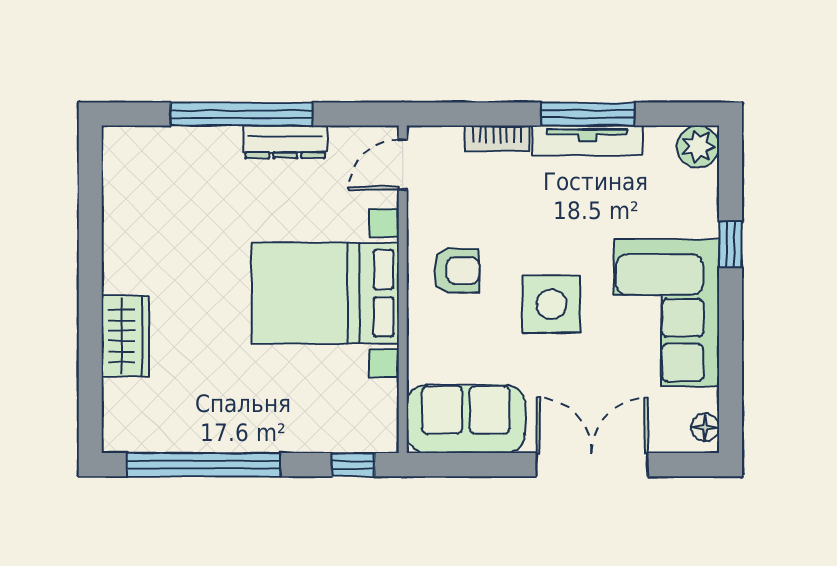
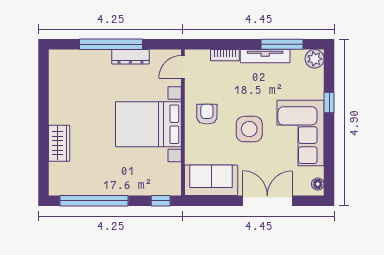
window: (588, 114) -> (282, 44), moved
armchair: (457, 271) -> (207, 114), turned -90

